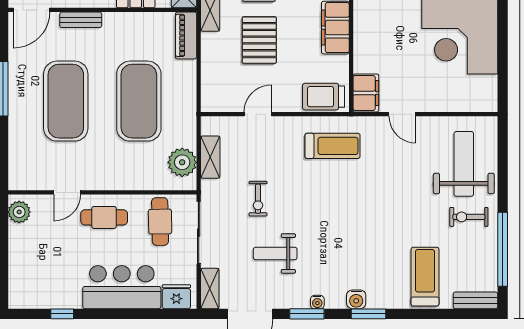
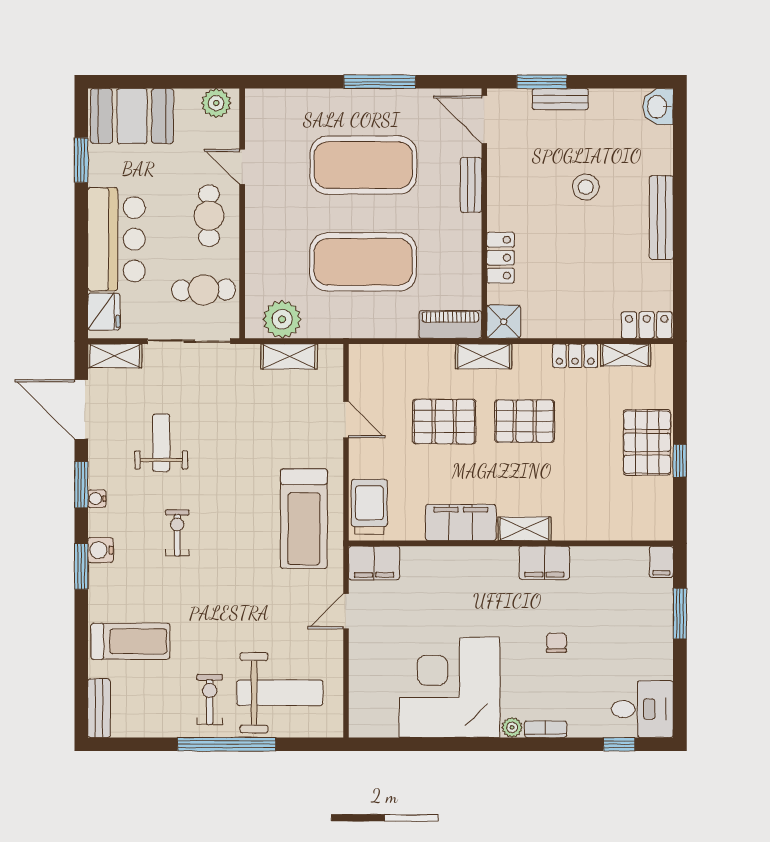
treadmill: (333, 146) -> (304, 519), width x1.37, depth x1.38
exercise bike: (258, 199) -> (177, 533), moved, turned 90
window: (503, 249) -> (227, 744), moved
booth: (29, 275) -> (132, 116), added
window: (62, 314) -> (81, 160), width x1.50

